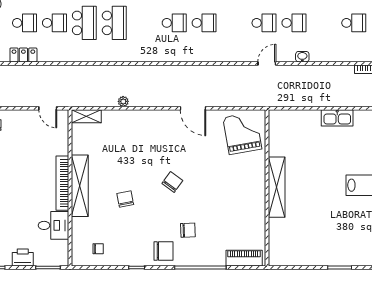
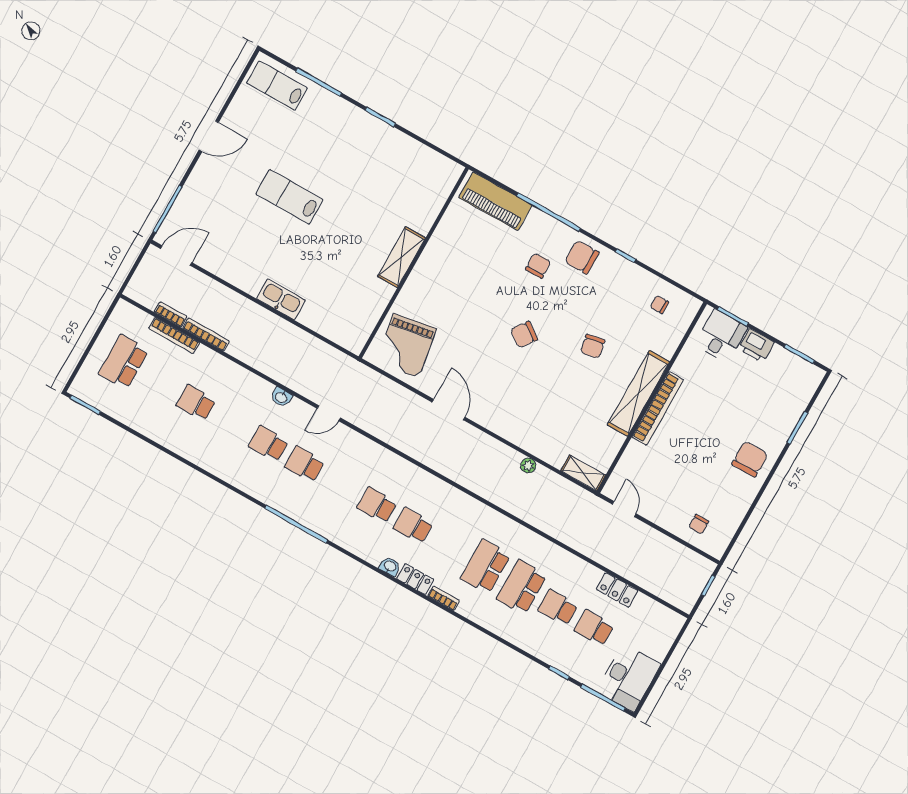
shelving: (277, 187) -> (401, 257), width x0.68
desk: (53, 225) -> (721, 336), moved, turned 90
chair: (188, 230) -> (538, 266), turned 91
piano: (244, 258) -> (495, 201), width x1.37, depth x1.33

